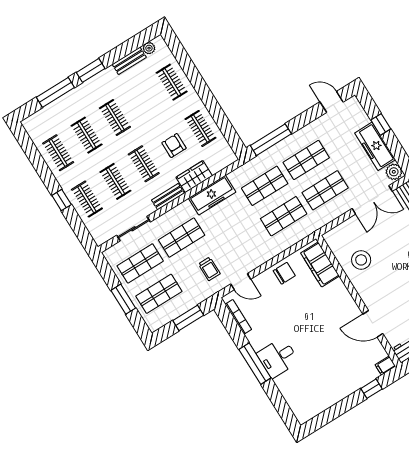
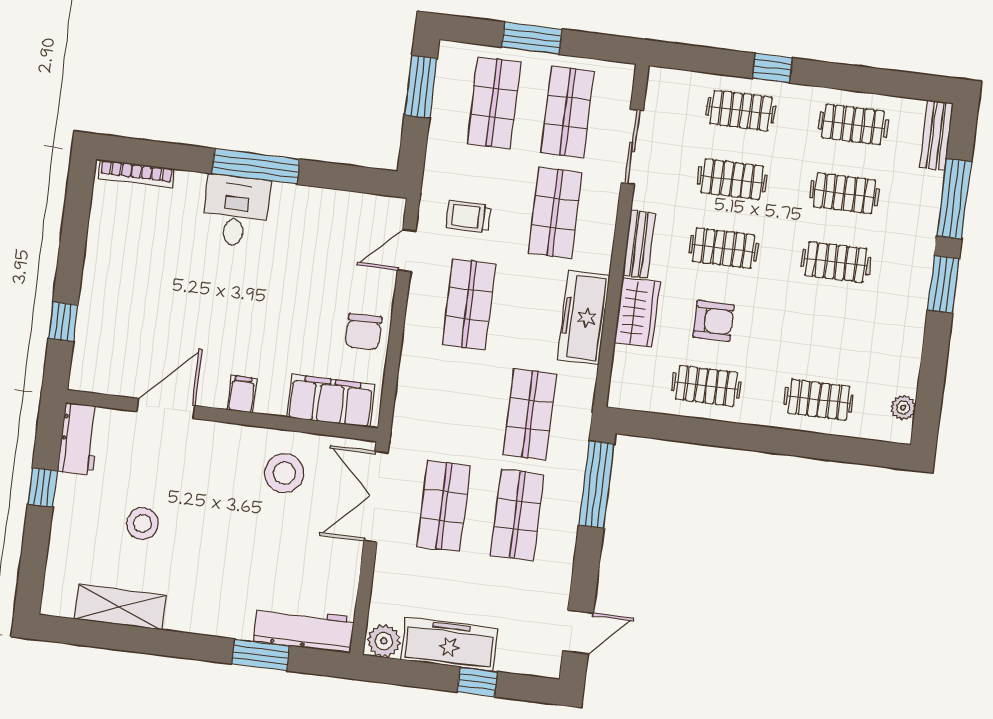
bench: (129, 61) -> (936, 135), moved
double door: (372, 200) -> (376, 497), moved
shop shelf: (284, 216) -> (469, 304), moved
bookcase: (238, 317) -> (136, 174), moved
window: (188, 318) -> (421, 87), moved
filing cabinet: (385, 366) -> (242, 394), moved

